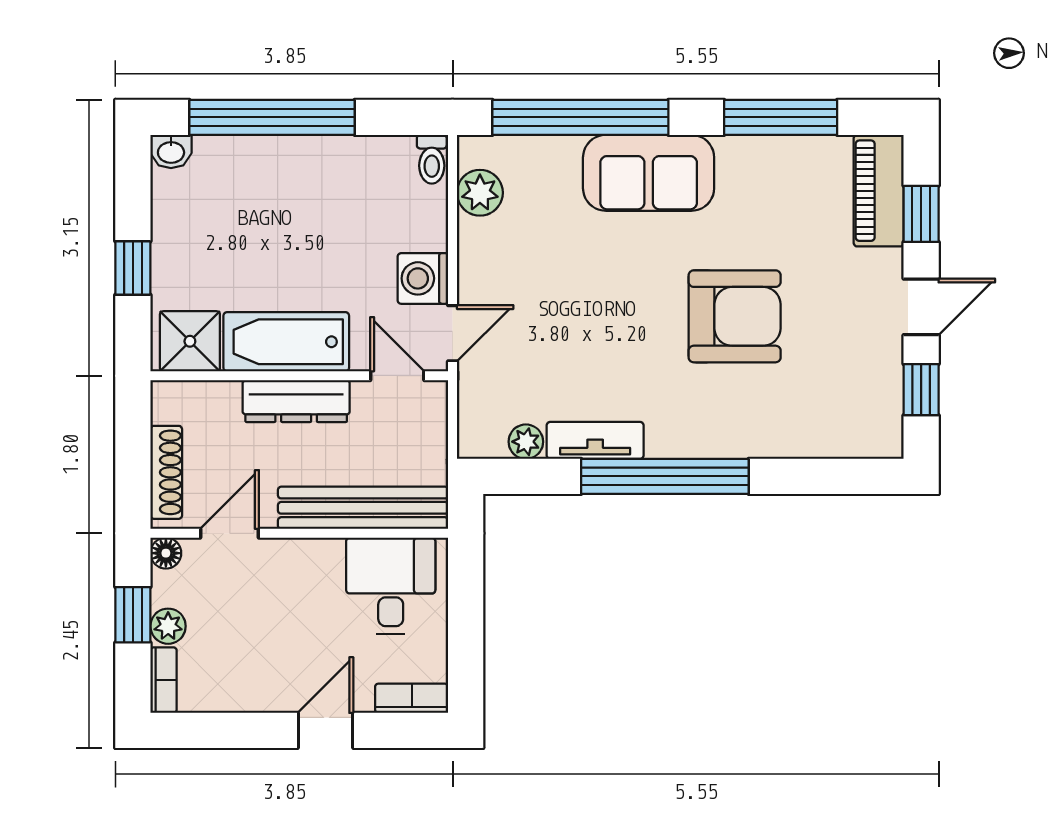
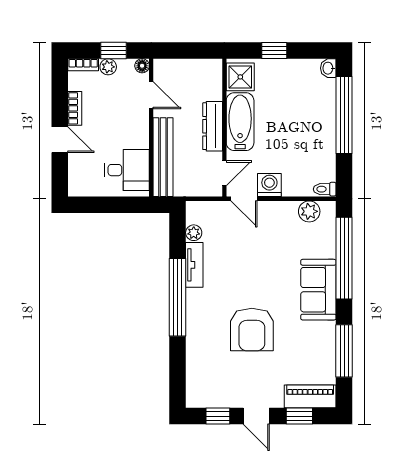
shoe rack: (166, 472) -> (180, 66), removed
bookcase: (412, 698) -> (75, 108), moved

